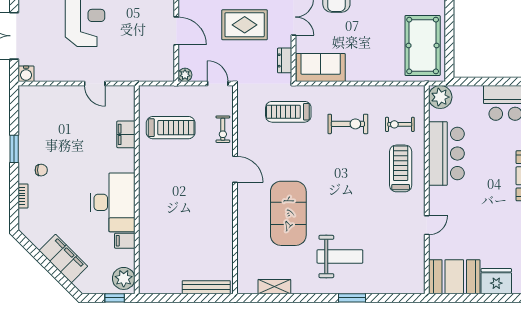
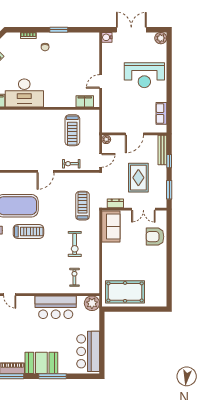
filing cabinet: (126, 134) -> (85, 101), moved
treadmill: (401, 168) -> (28, 231), moved

